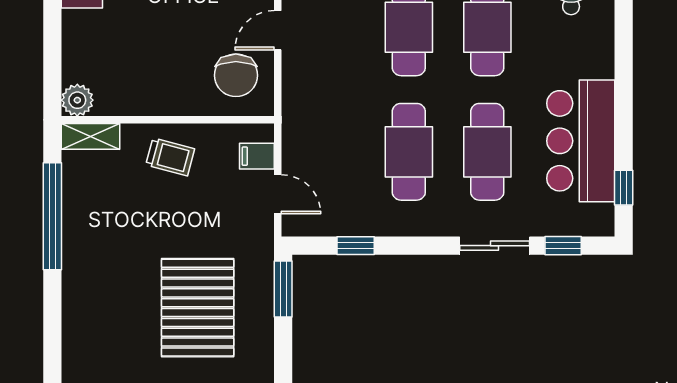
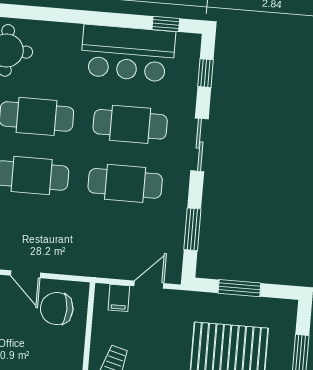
chair: (236, 75) -> (57, 309), turned 180
window: (356, 246) -> (192, 229), width x1.50
sliding door: (495, 246) -> (199, 145), moved
window: (283, 289) -> (239, 288), moved

